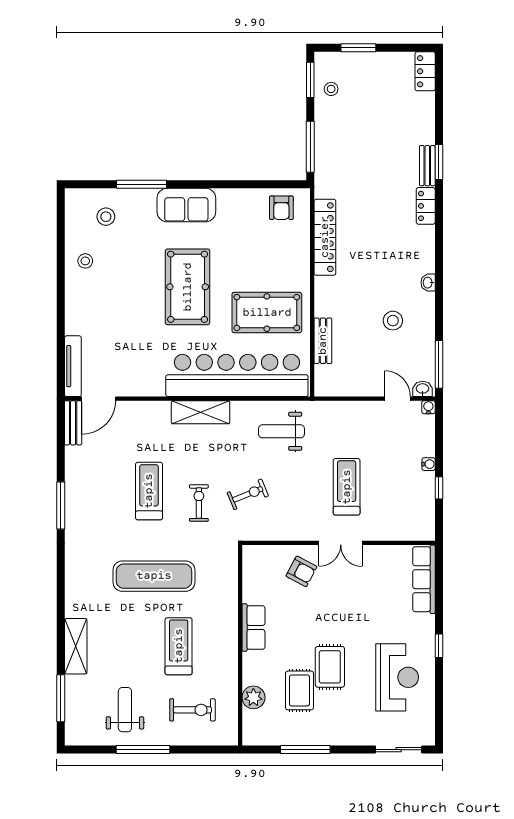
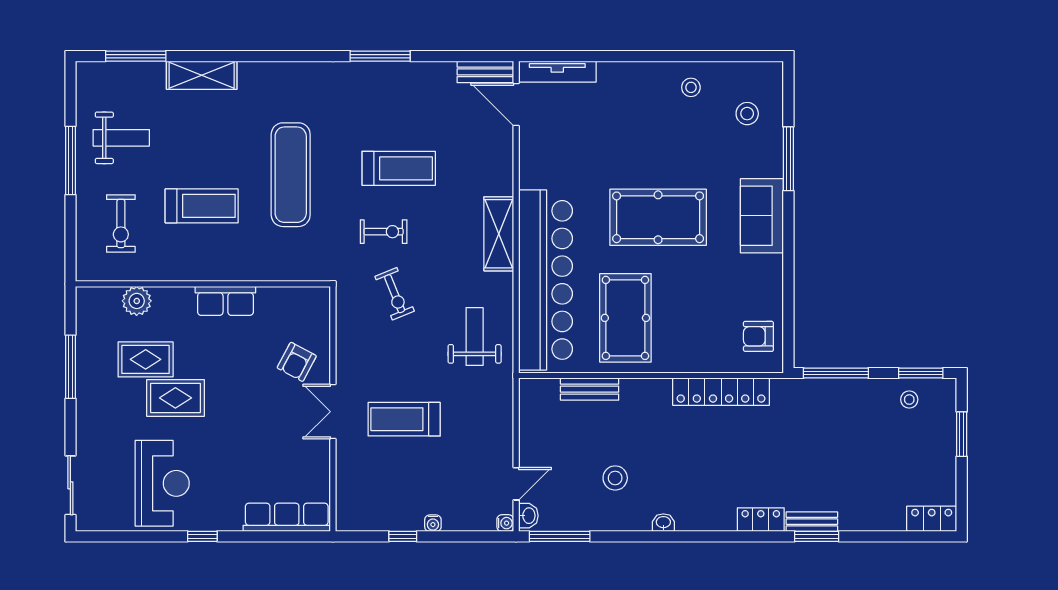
treadmill: (347, 487) -> (404, 419), turned 180
reception desk: (397, 677) -> (162, 483), turned -90

